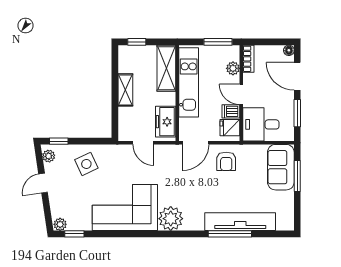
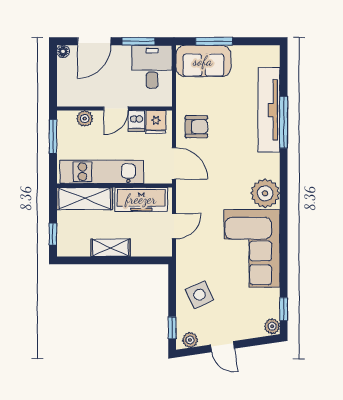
bookcase: (248, 59) -> (73, 100), removed
freezer: (166, 122) -> (141, 199), width x1.40
desk: (261, 124) -> (152, 67), moved, turned 180

